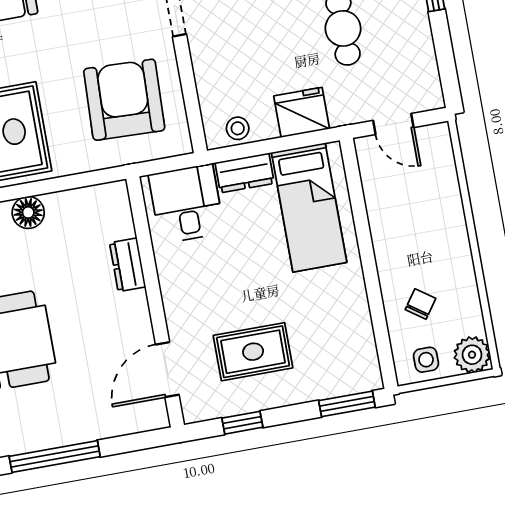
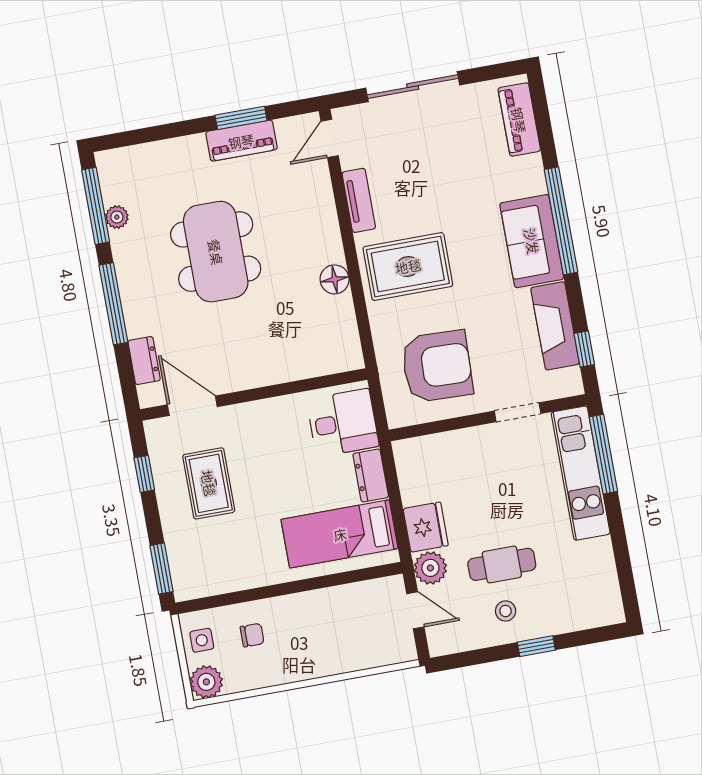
plant: (347, 107) -> (430, 568), added
door: (393, 124) -> (415, 610), swing flipped
stool: (238, 128) -> (506, 611), moved
dresser: (128, 265) -> (144, 361), moved, turned 90
chair: (420, 304) -> (252, 635), turned -35

